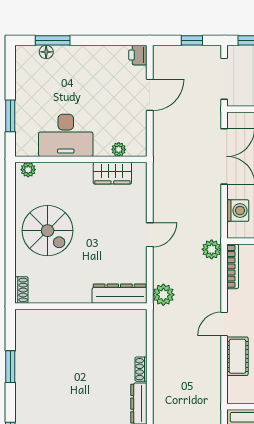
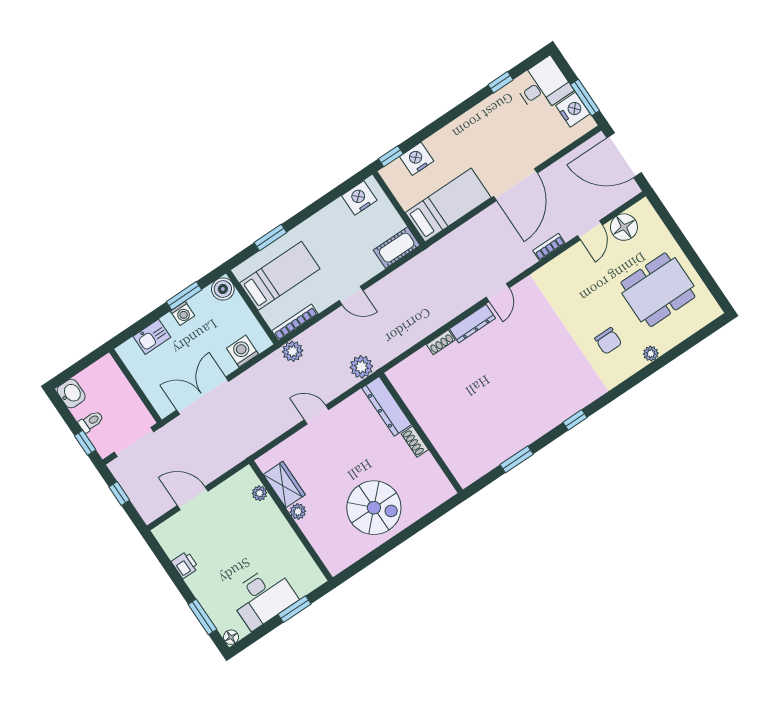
floor lamp: (46, 52) -> (231, 637), moved
printer: (138, 55) -> (185, 565), moved, turned -90
desk: (66, 135) -> (263, 597), moved, turned 90
plant: (28, 170) -> (298, 511), moved
spiral stairs: (48, 231) -> (374, 508), turned 90
shoe rack: (21, 290) -> (415, 442), moved, turned -90
cot: (237, 356) -> (397, 248), moved

